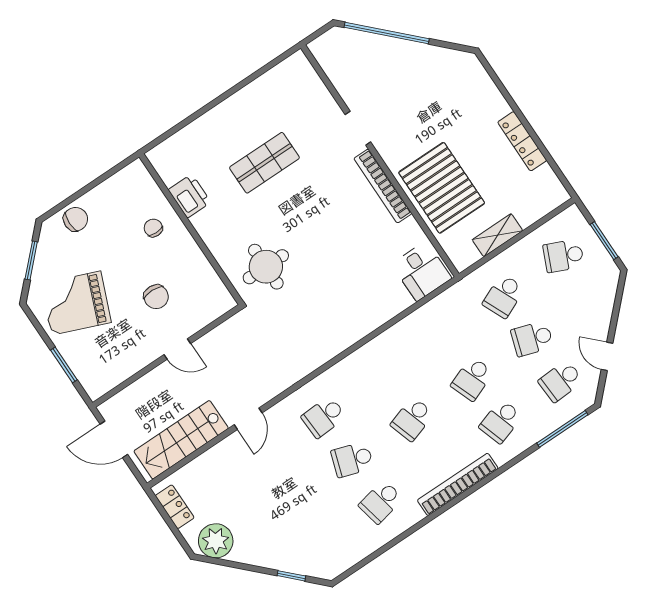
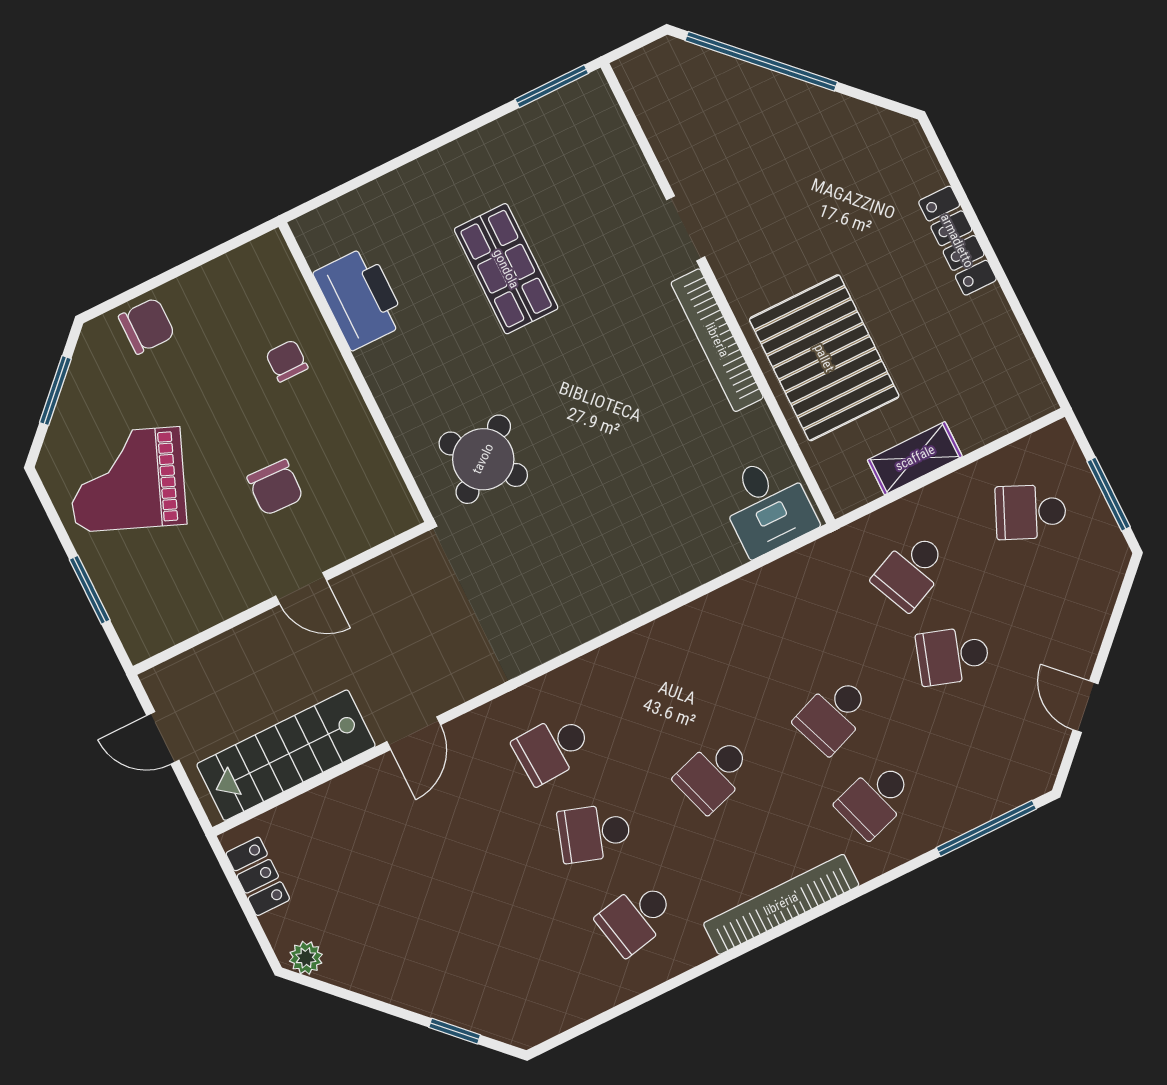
window: (276, 62) -> (552, 86), added
locker: (522, 141) -> (957, 241), moved
shop shelf: (264, 163) -> (506, 269), turned 90
printer: (189, 196) -> (360, 298), width x1.37, depth x1.19
round table: (266, 267) -> (483, 459), turned -38
school desk: (561, 381) -> (995, 740), removed
door: (114, 439) -> (163, 738), width x0.73
plant: (216, 541) -> (306, 958), width x0.53, depth x0.53

